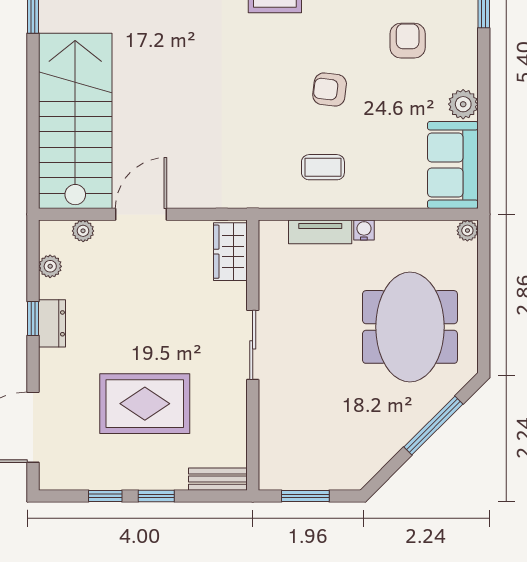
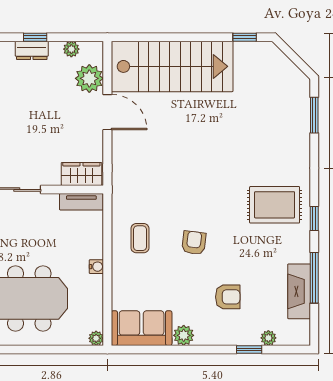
plant: (83, 231) -> (89, 78), width x1.88, depth x1.88
tv unit: (320, 232) -> (81, 202), moved, turned -90

